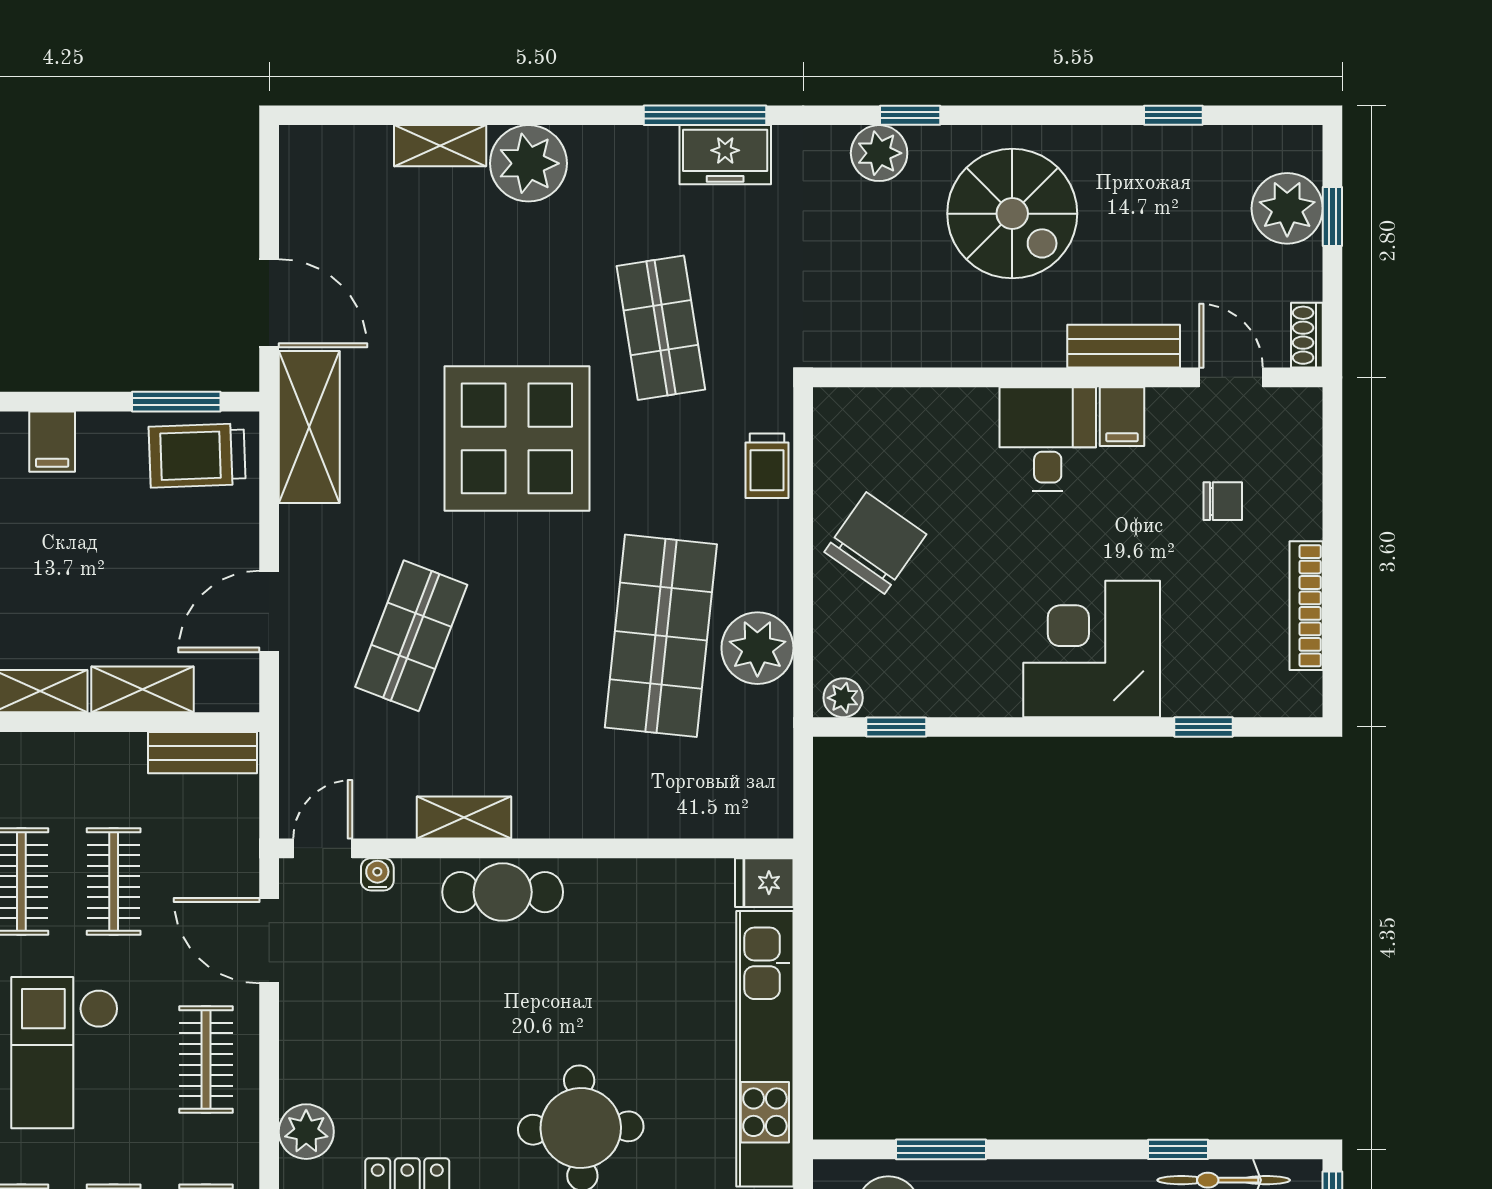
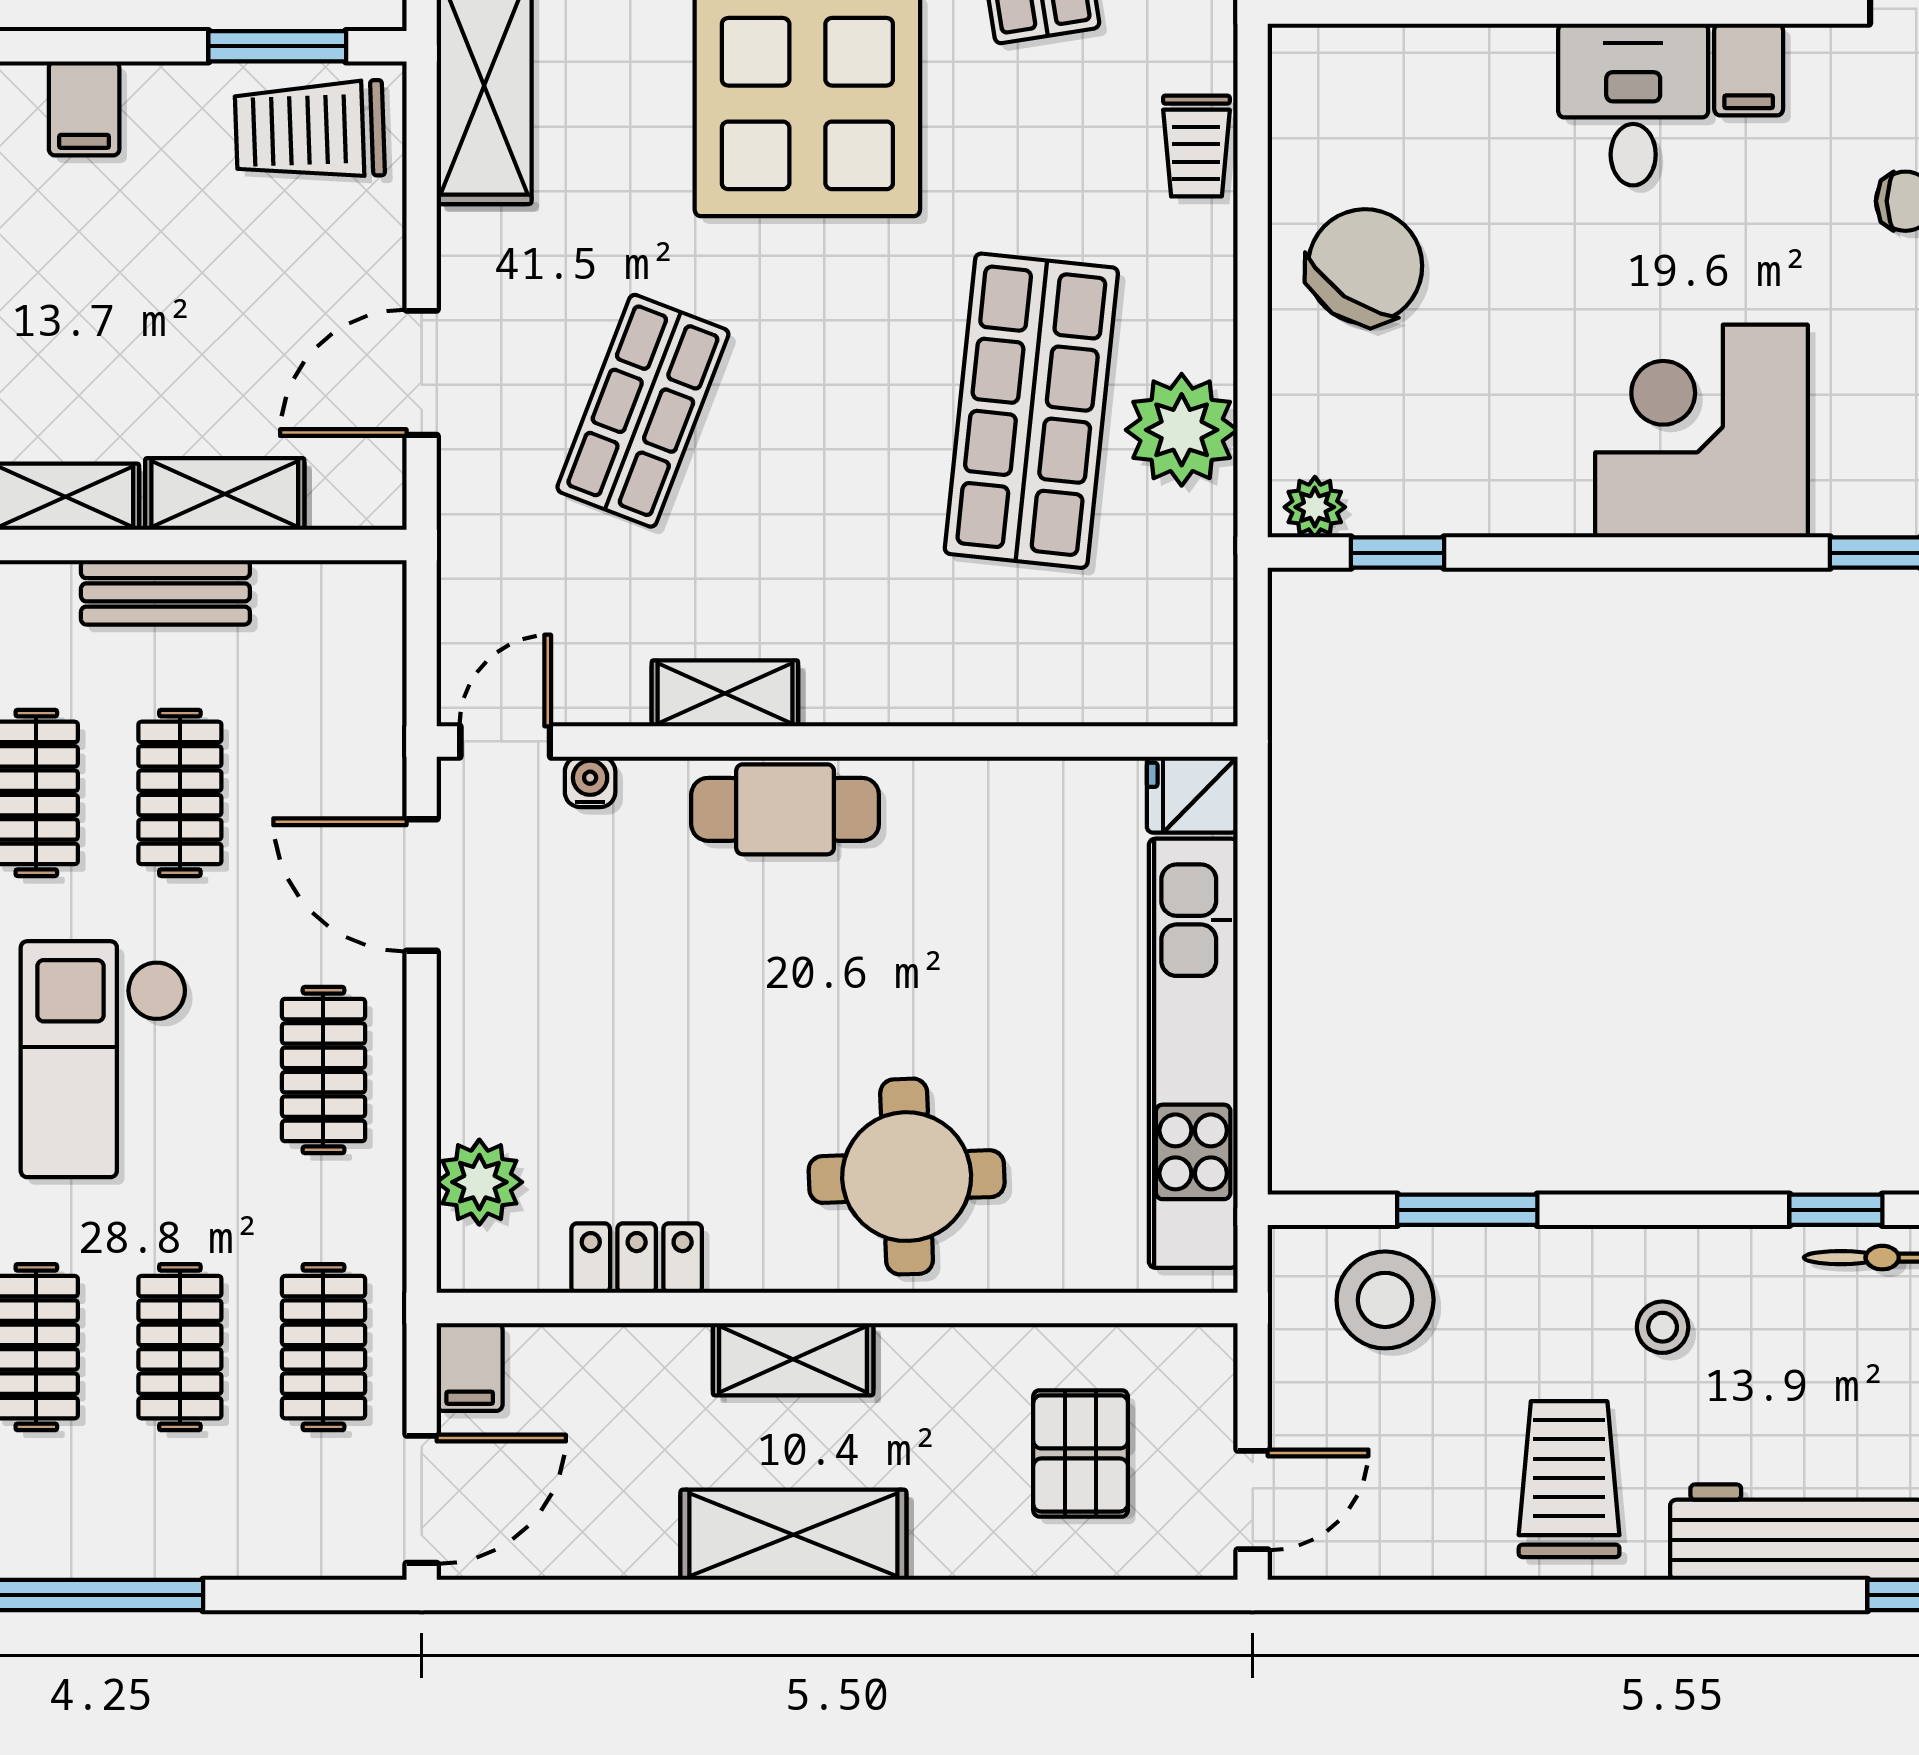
bench: (203, 753) -> (165, 592), moved

